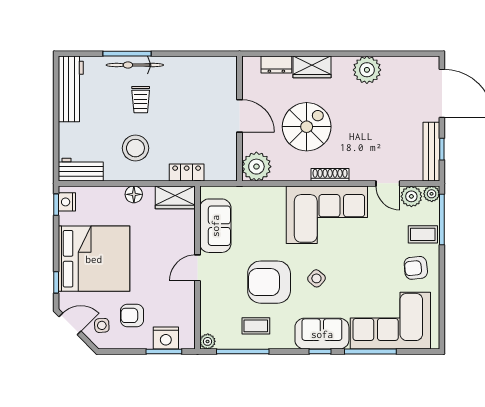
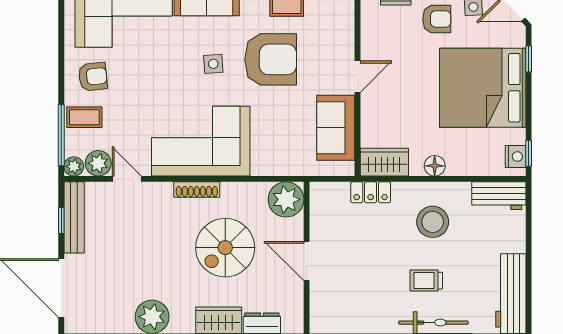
trolley: (141, 100) -> (426, 281), turned -90
side table: (316, 278) -> (213, 64), turned 45

